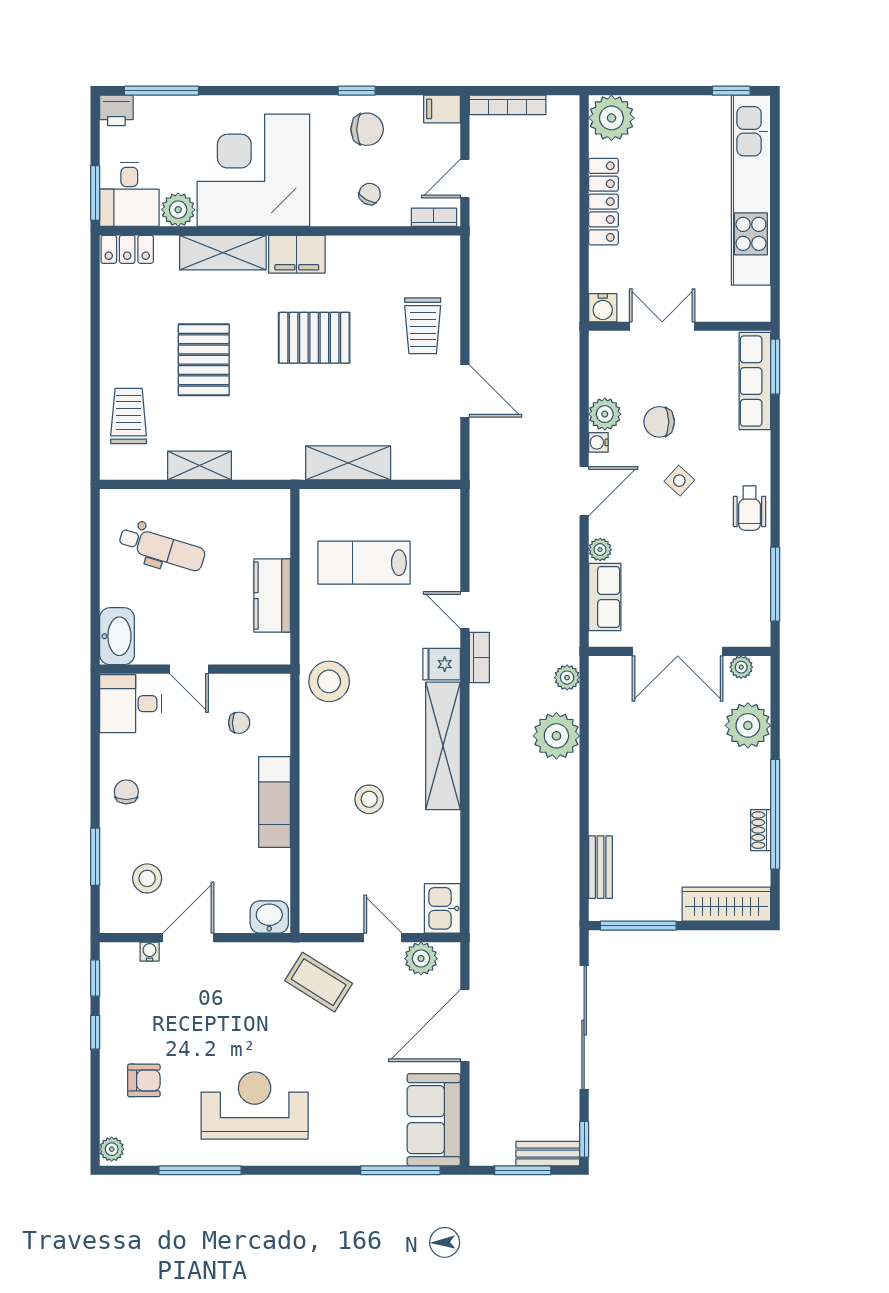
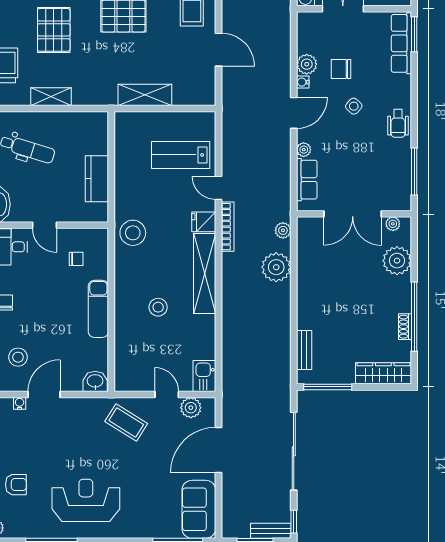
lab bench: (364, 563) -> (181, 155), moved
bookcase: (479, 658) -> (228, 227), width x1.56

